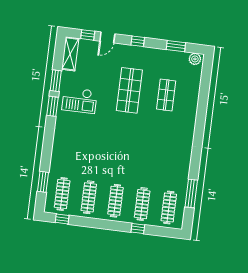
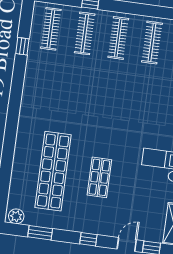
shop shelf: (129, 90) -> (99, 177), width x0.70, depth x0.74
shop shelf: (166, 95) -> (53, 171), width x2.00, depth x1.36
window: (191, 194) -> (22, 46), width x0.46

